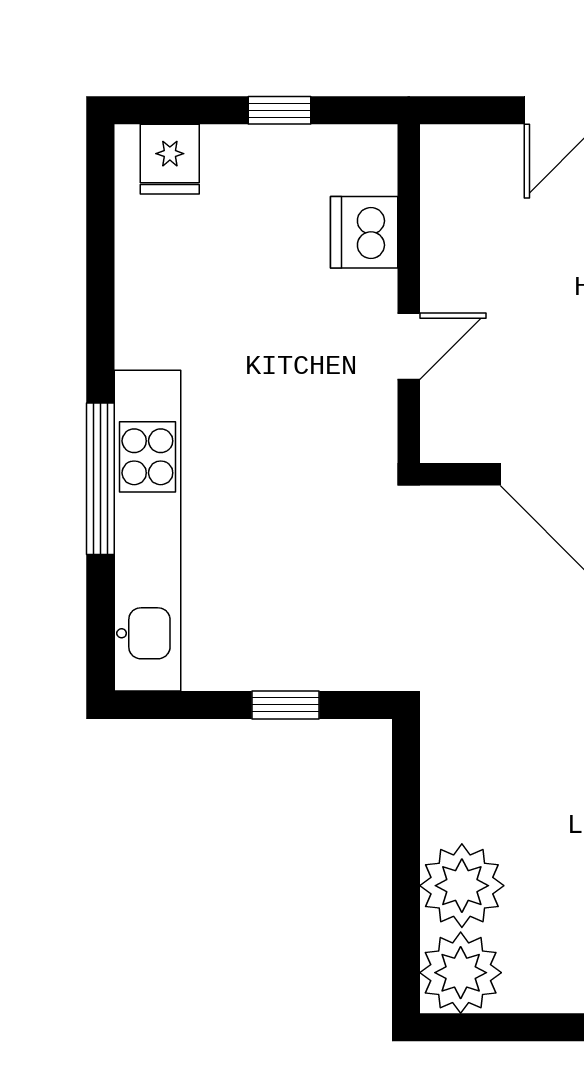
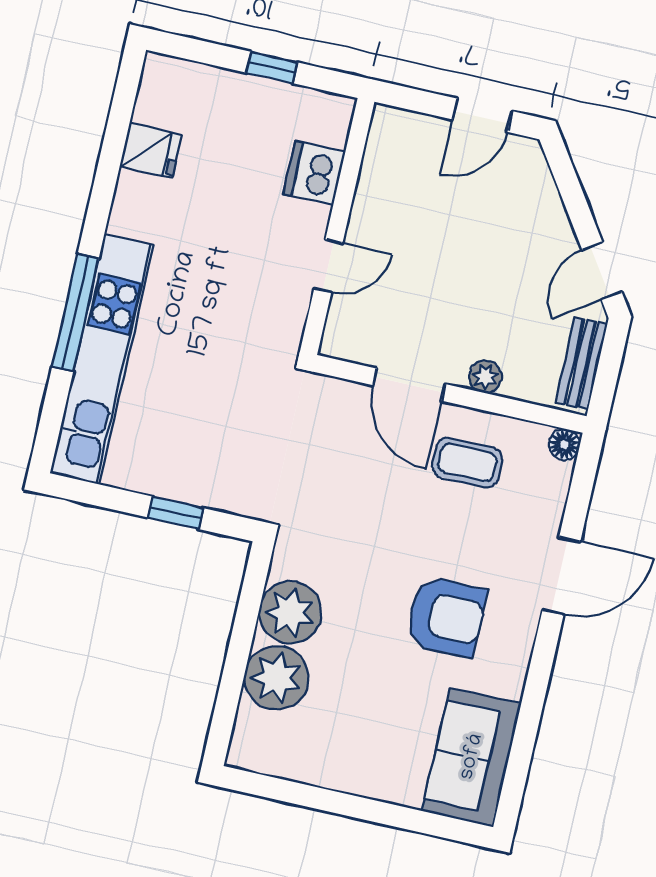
fridge: (170, 159) -> (151, 151), moved, turned -90
plant: (461, 973) -> (290, 612), moved

